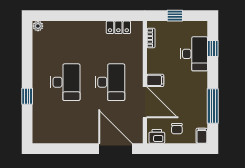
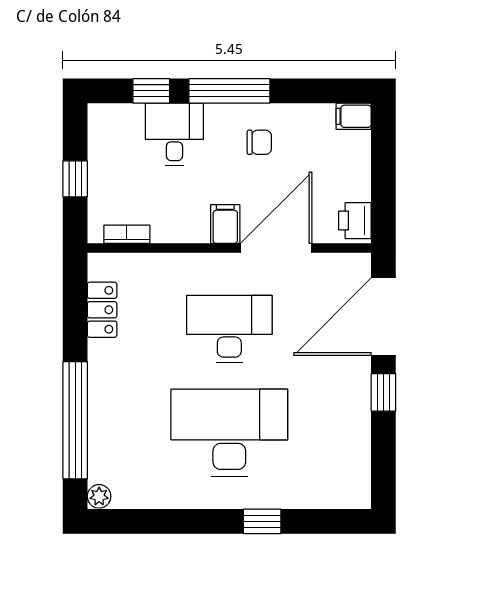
window: (71, 16) -> (75, 420), added
desk: (194, 54) -> (174, 134), width x0.73
desk: (65, 82) -> (229, 433), width x1.36, depth x1.30
window: (213, 106) -> (229, 91), moved
chair: (177, 129) -> (259, 142), moved
window: (83, 149) -> (383, 392), added

